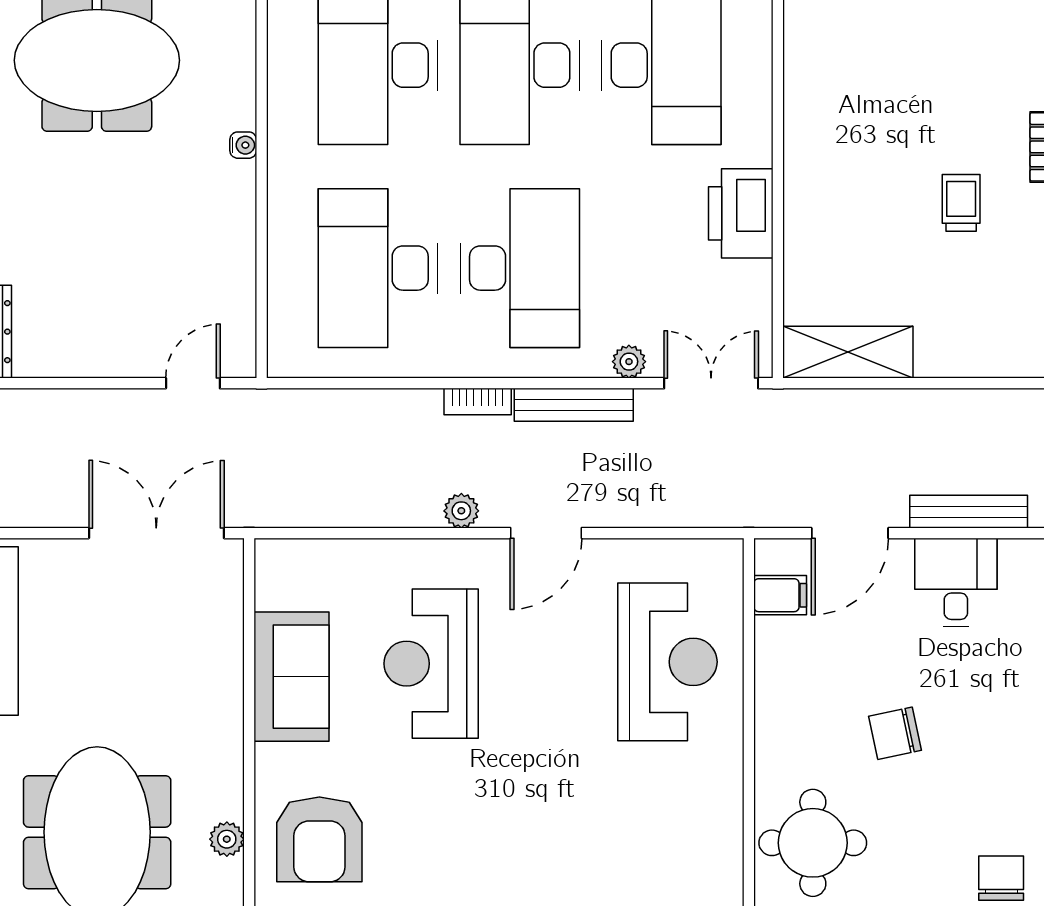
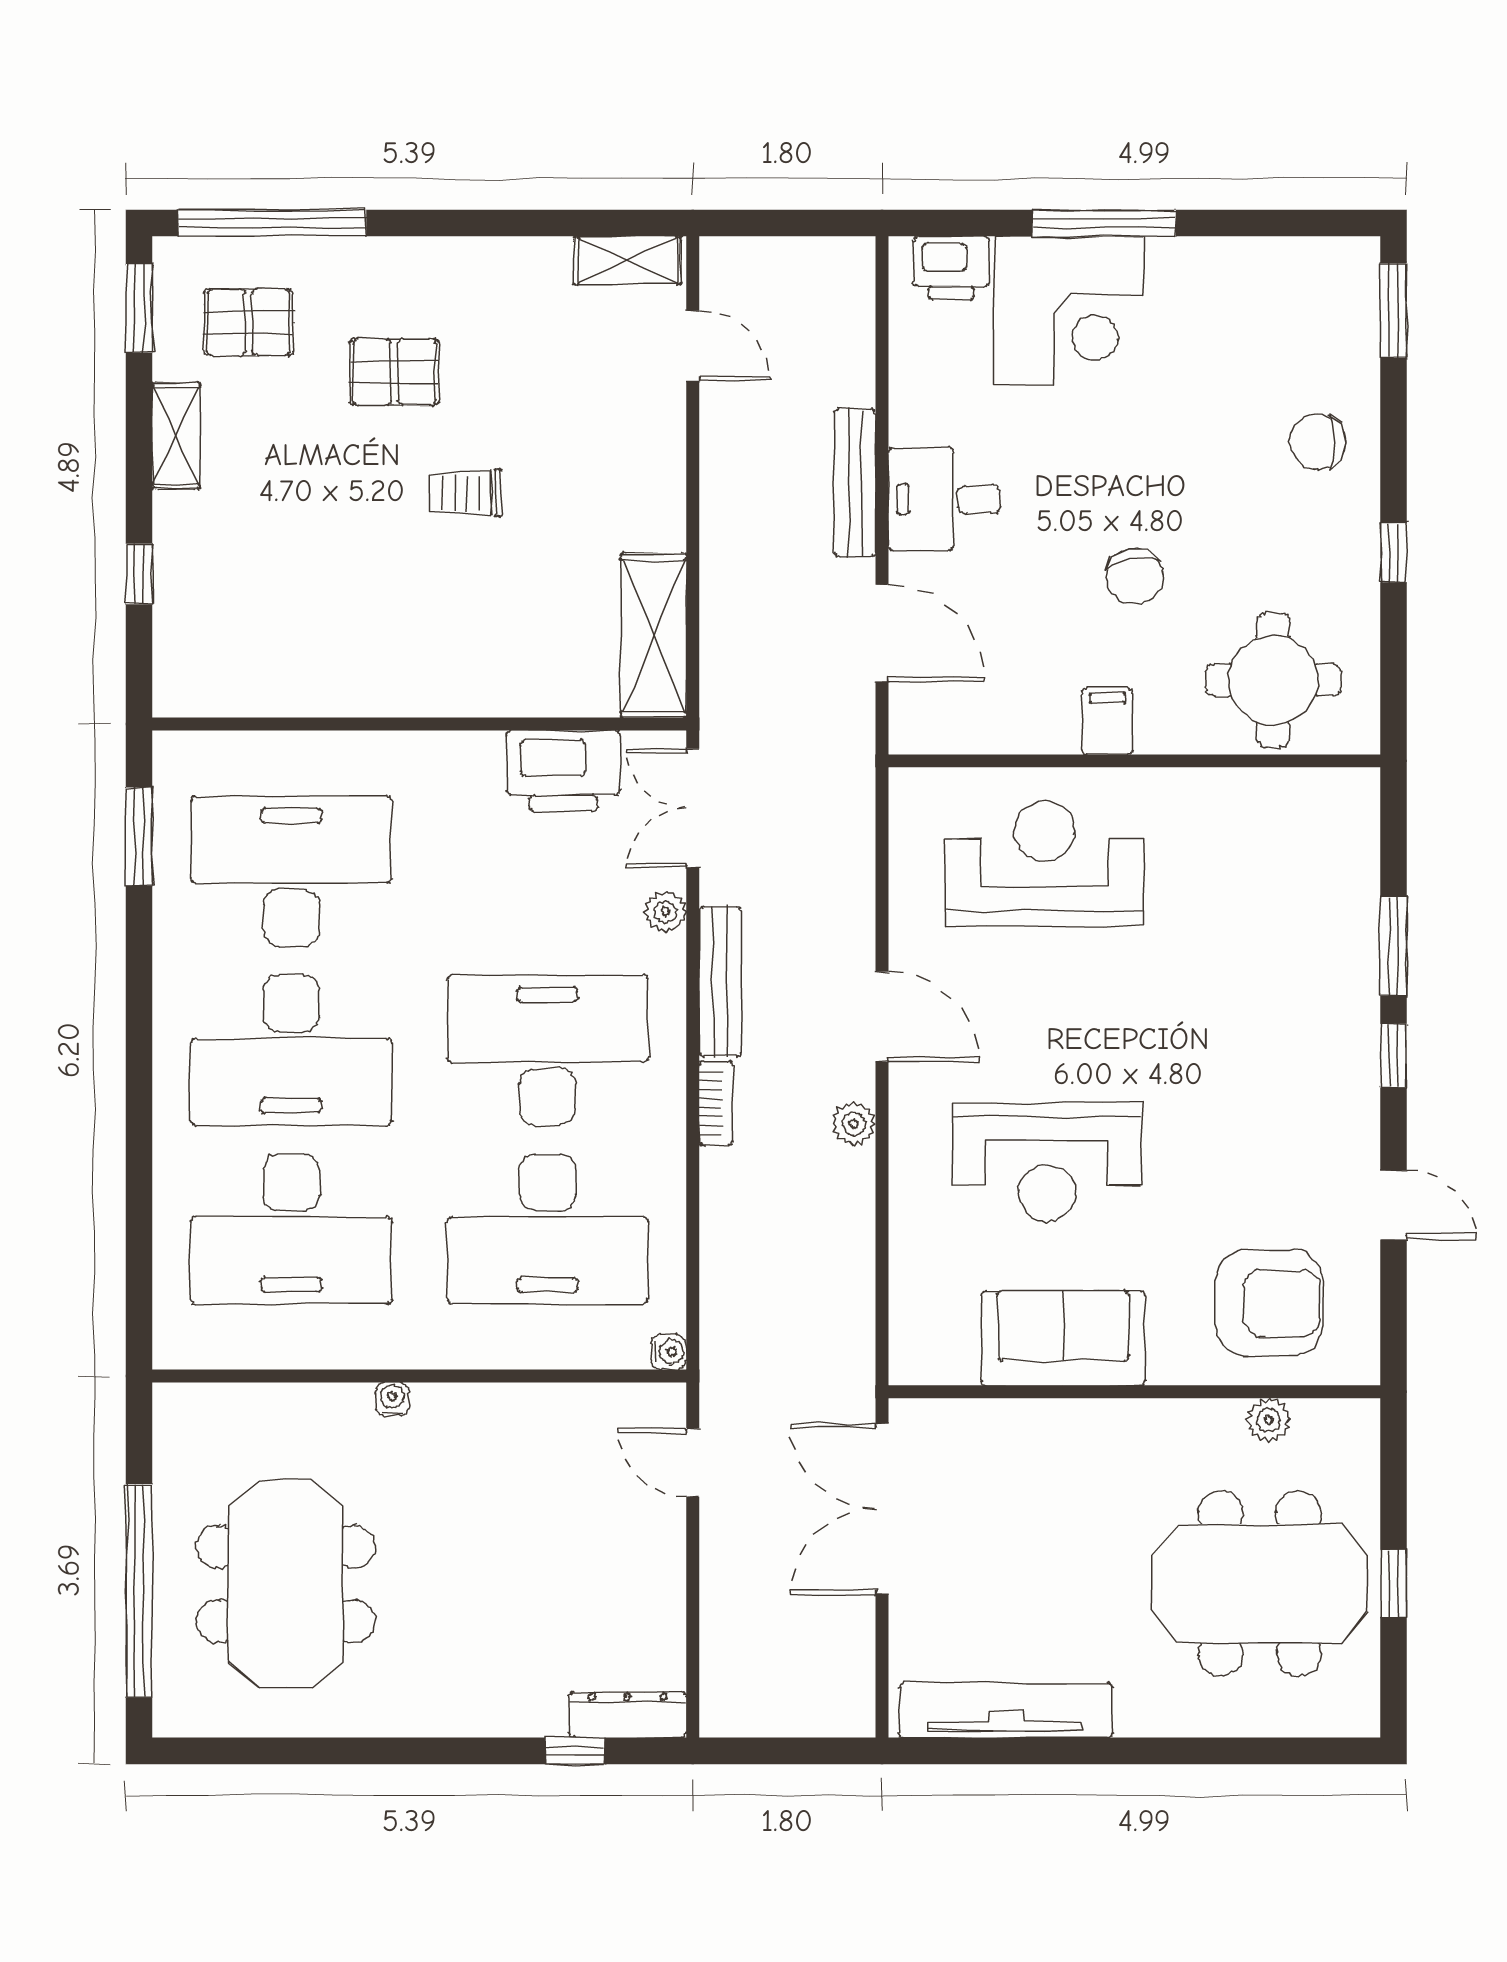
printer: (741, 213) -> (563, 771), moved
water cooler: (281, 364) -> (669, 1352), added
filing cabinet: (780, 595) -> (1107, 721), moved

